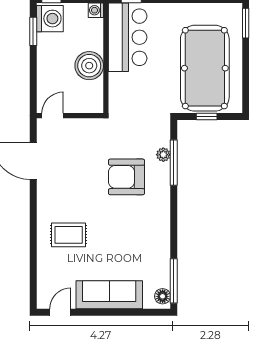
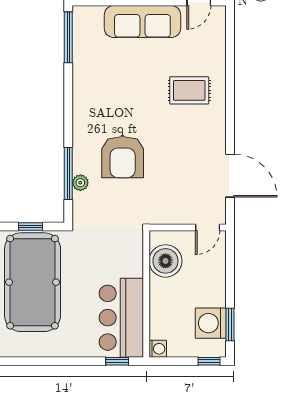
washing machine: (50, 19) -> (211, 323), moved
boiler: (89, 66) -> (165, 261), moved
armchair: (127, 177) -> (123, 157), turned 90
floor lamp: (163, 296) -> (81, 20), removed

